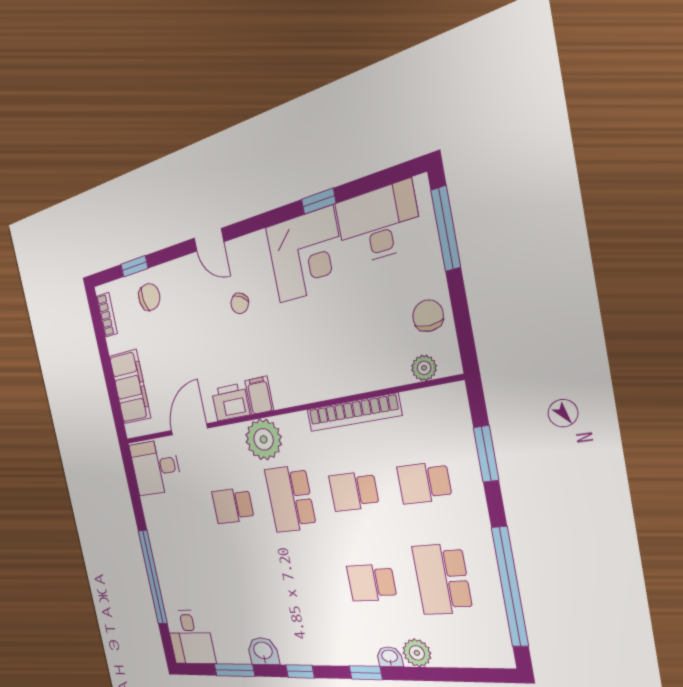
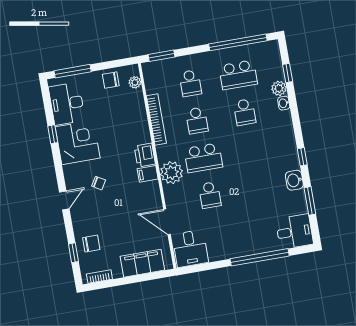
chair: (149, 297) -> (91, 244), turned 100
printer: (230, 402) -> (145, 155), moved
window: (486, 454) -> (161, 56), moved
window: (366, 673) -> (288, 73), moved

